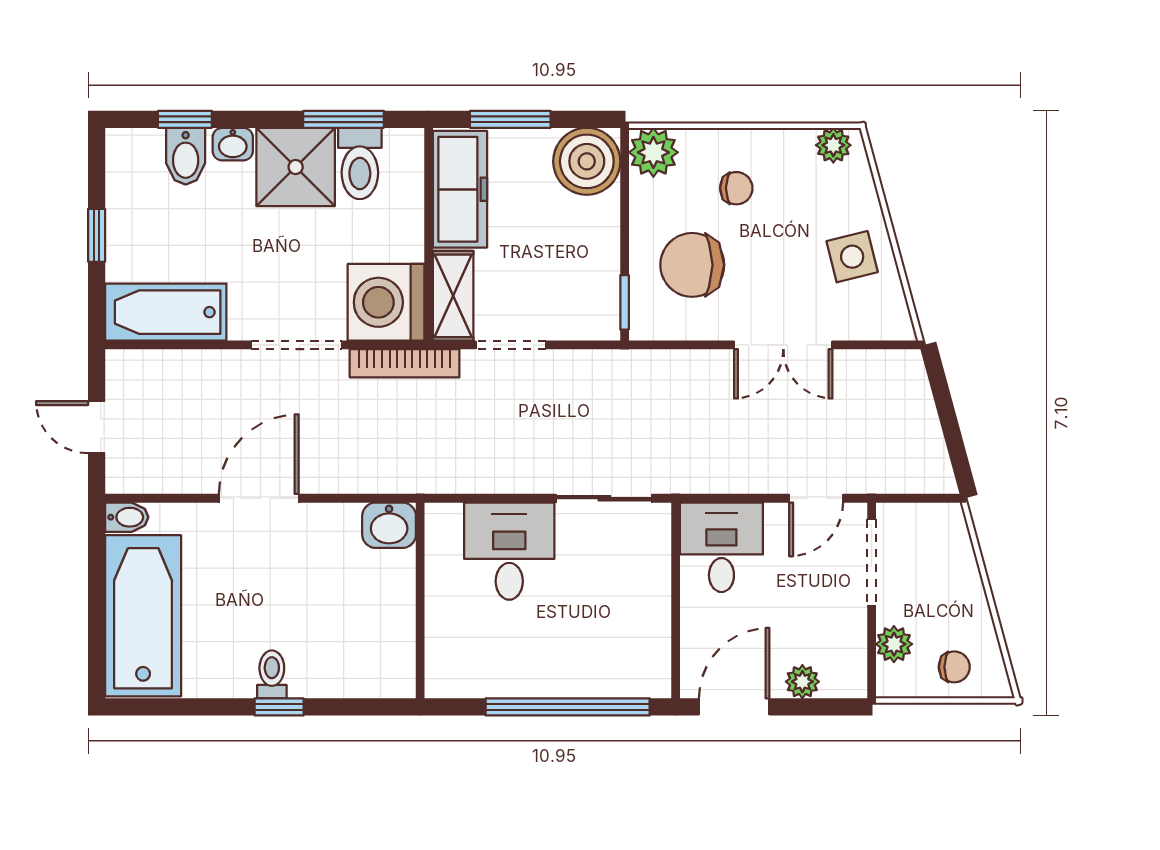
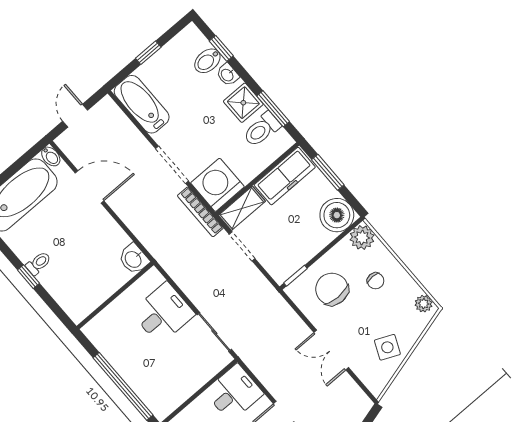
shower: (296, 167) -> (243, 103), width x0.73, depth x0.73
side table: (852, 257) -> (387, 347), turned 38
door: (259, 498) -> (90, 187), moved

